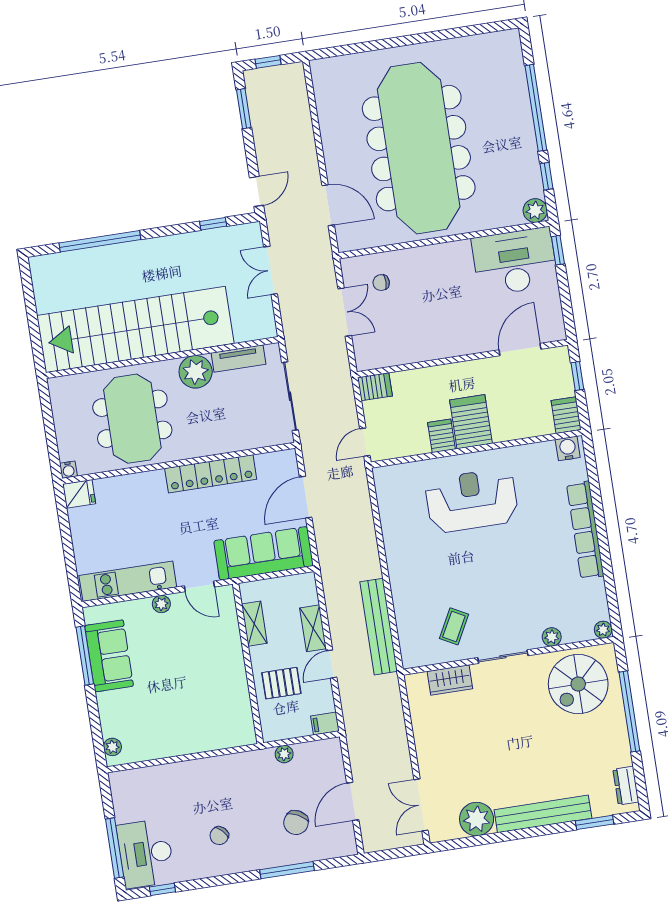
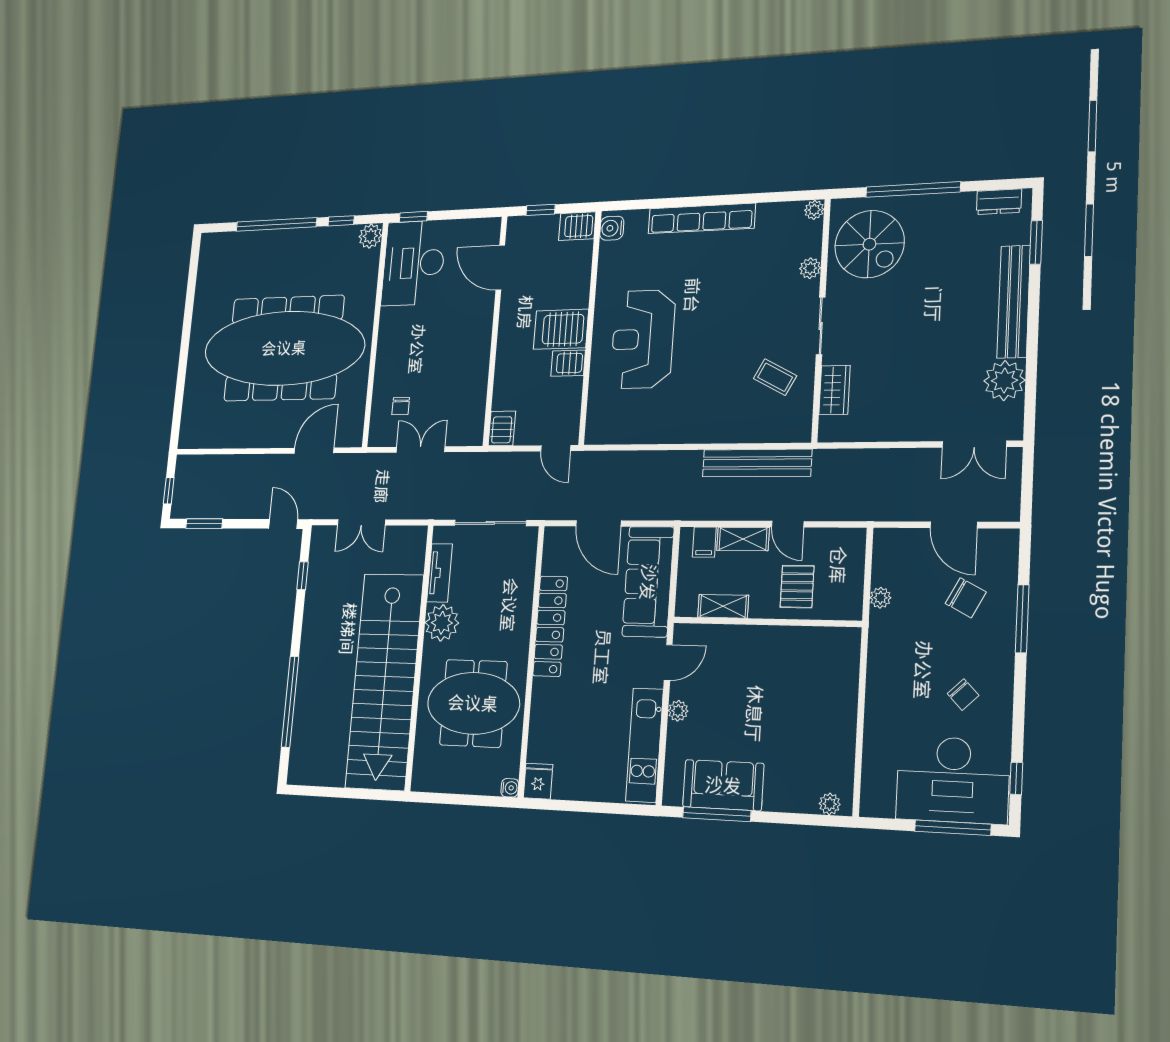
filing cabinet: (325, 724) -> (704, 542), moved
desk: (146, 854) -> (953, 780), width x1.36, depth x1.30

